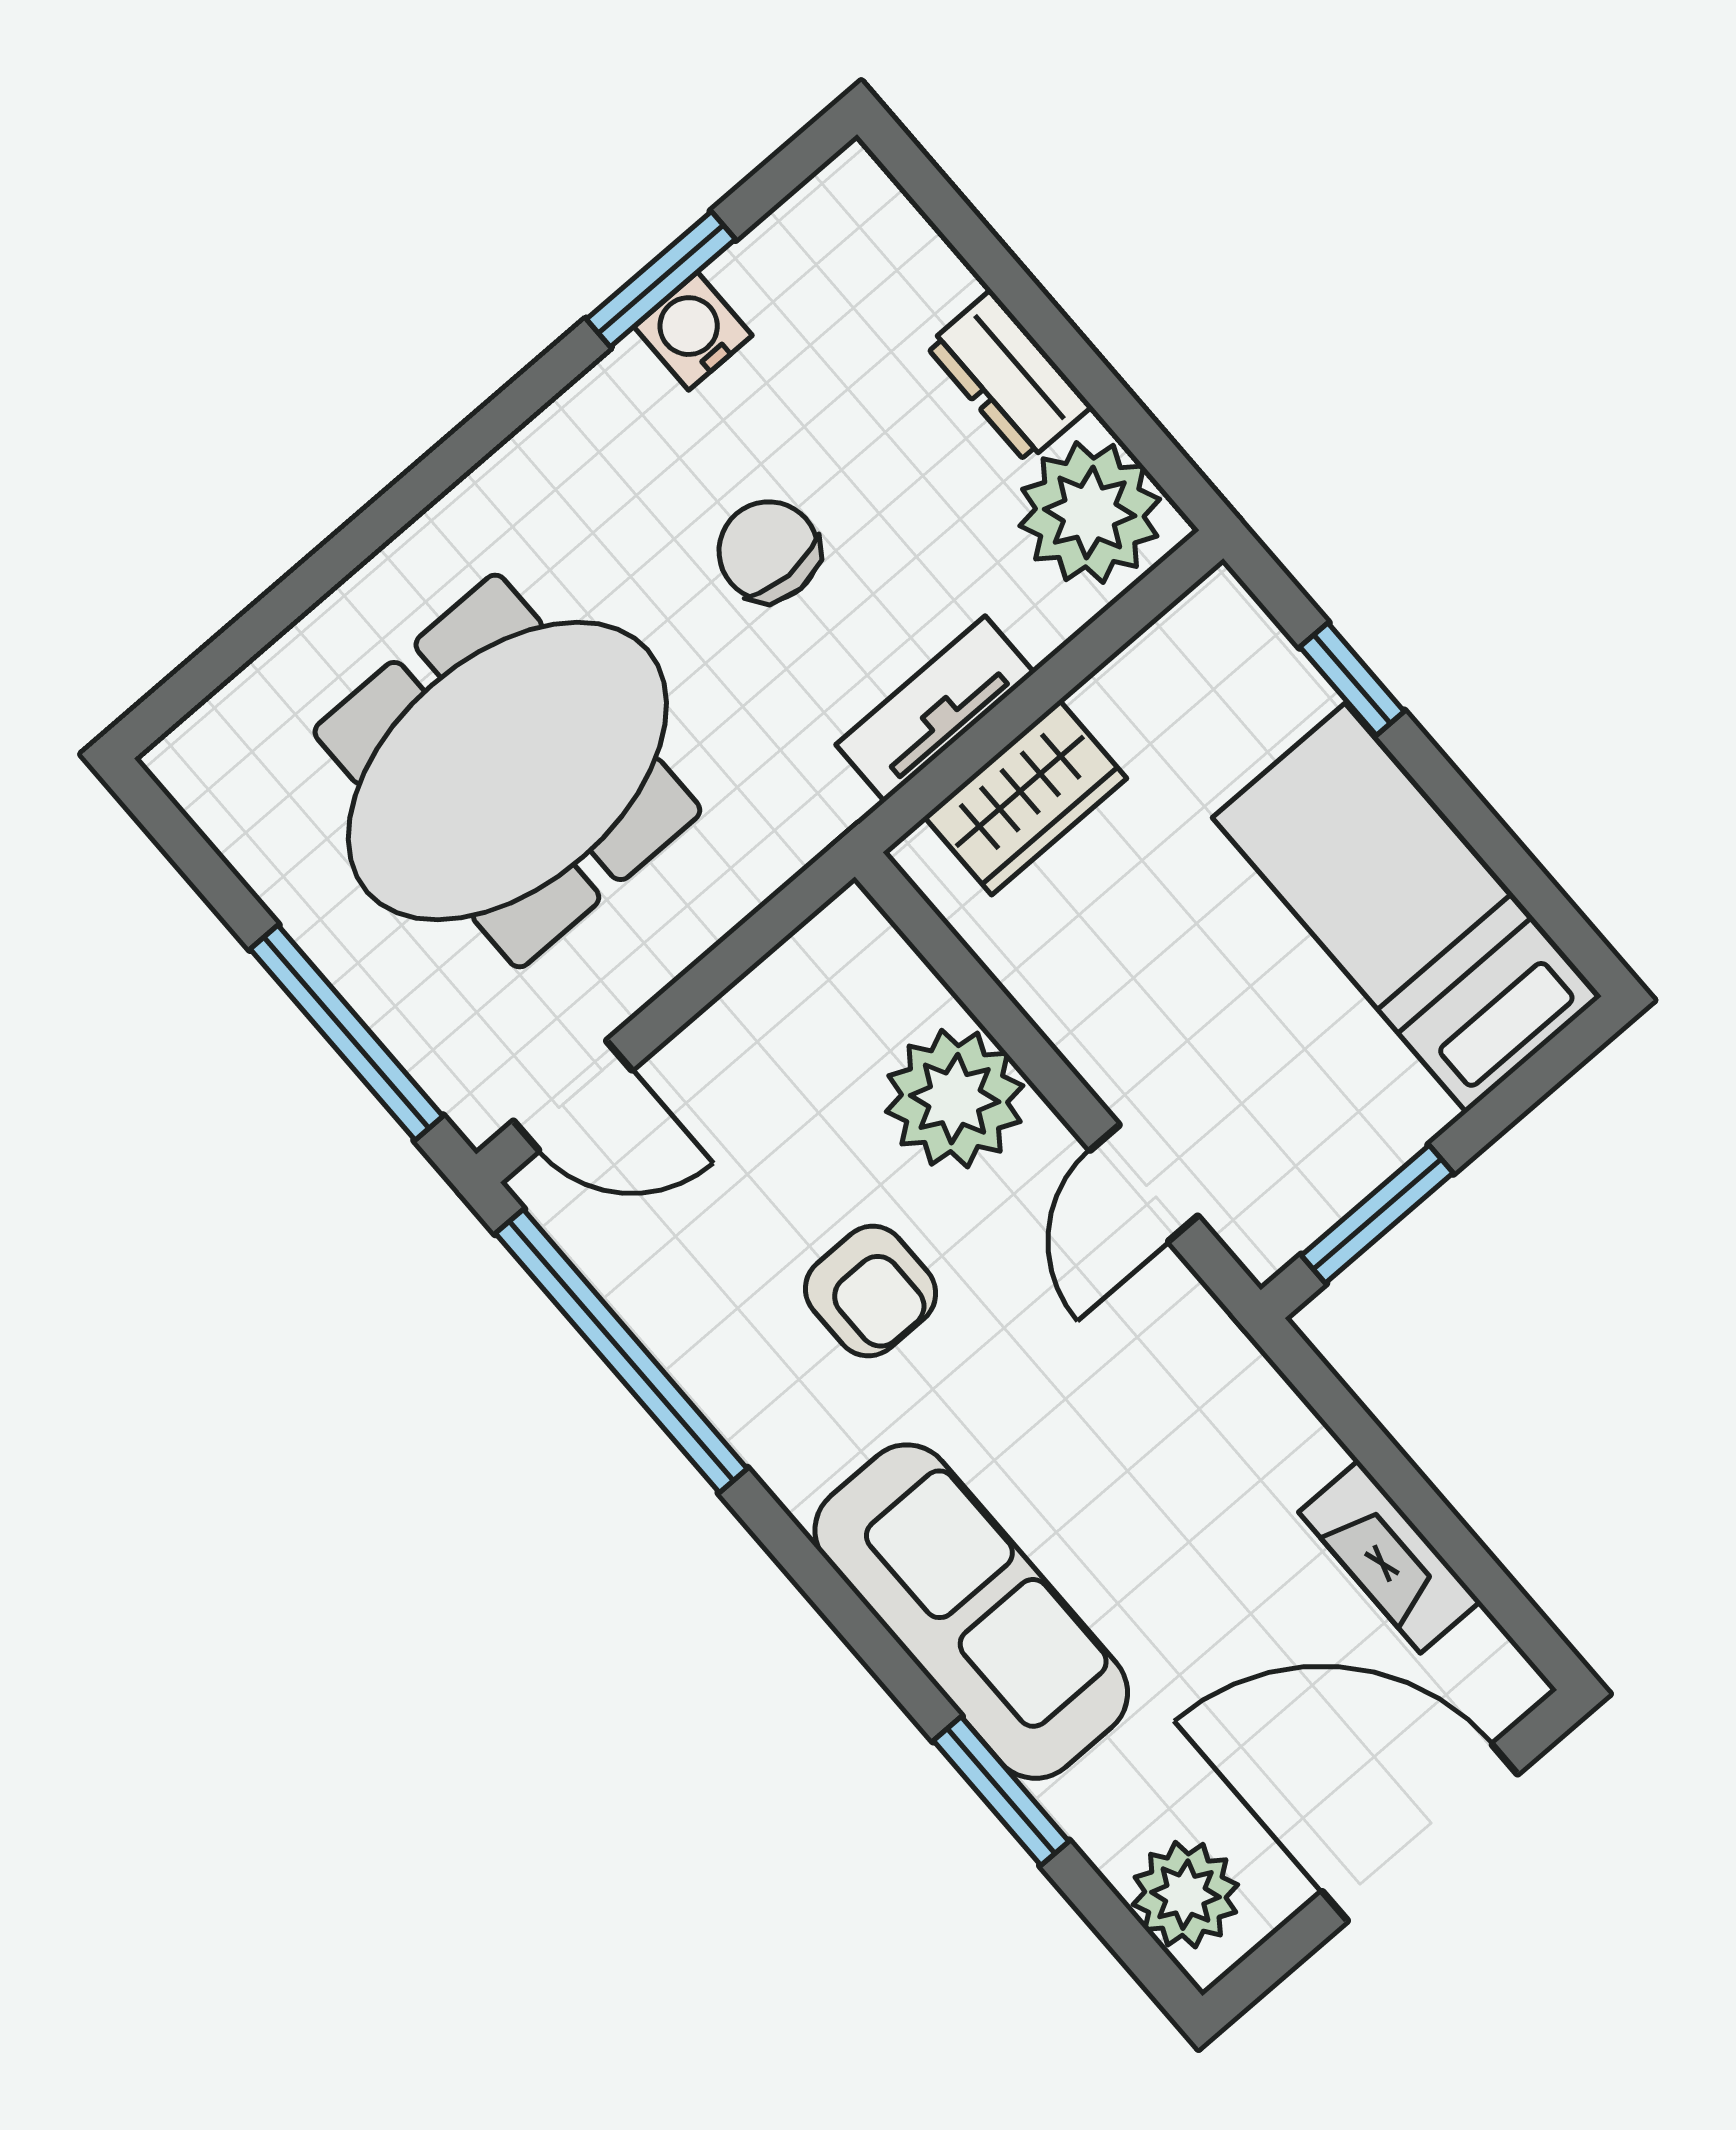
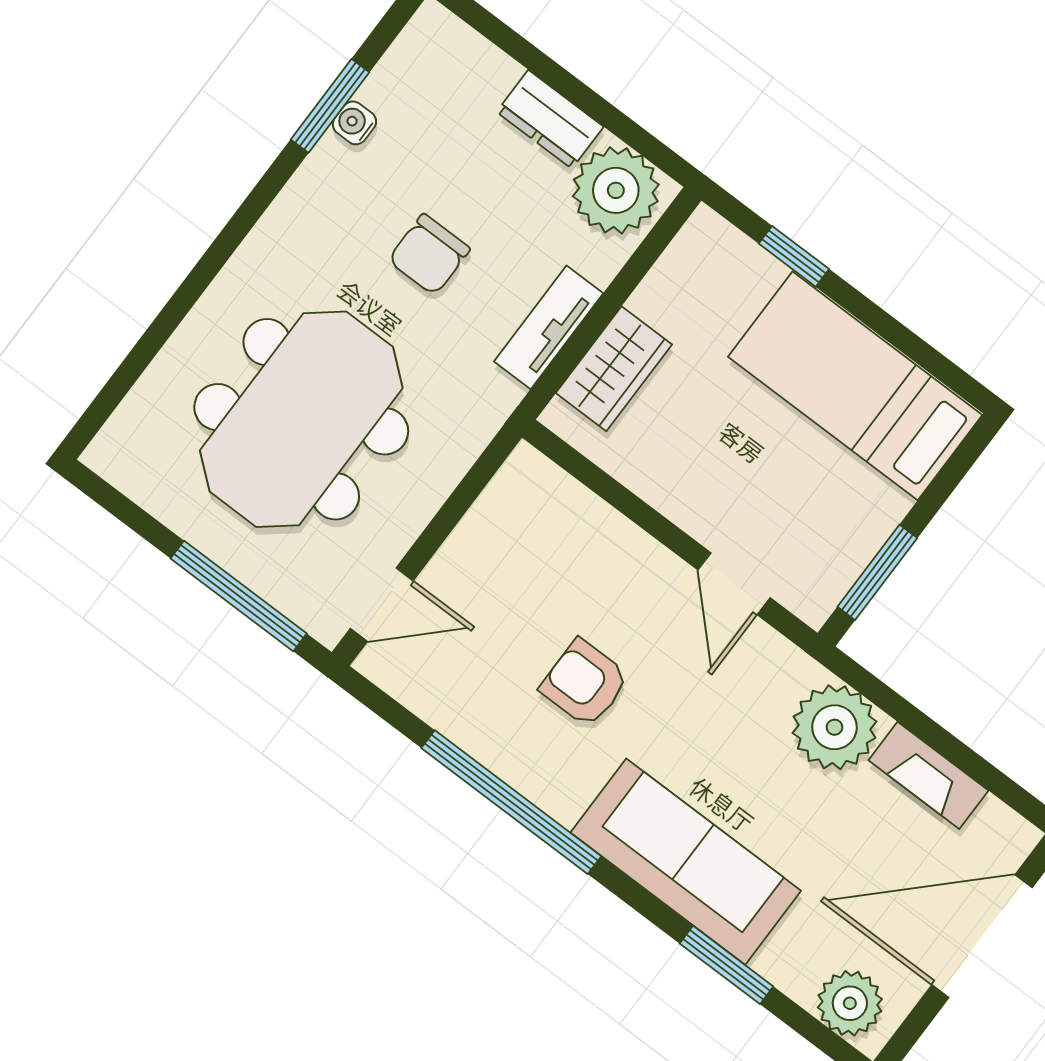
water cooler: (693, 331) -> (354, 123), width x0.72, depth x0.72
chair: (769, 551) -> (429, 255), turned -90
plant: (955, 1099) -> (834, 727), moved
armchair: (871, 1291) -> (585, 683), turned 180
window: (621, 1351) -> (511, 802), moved

